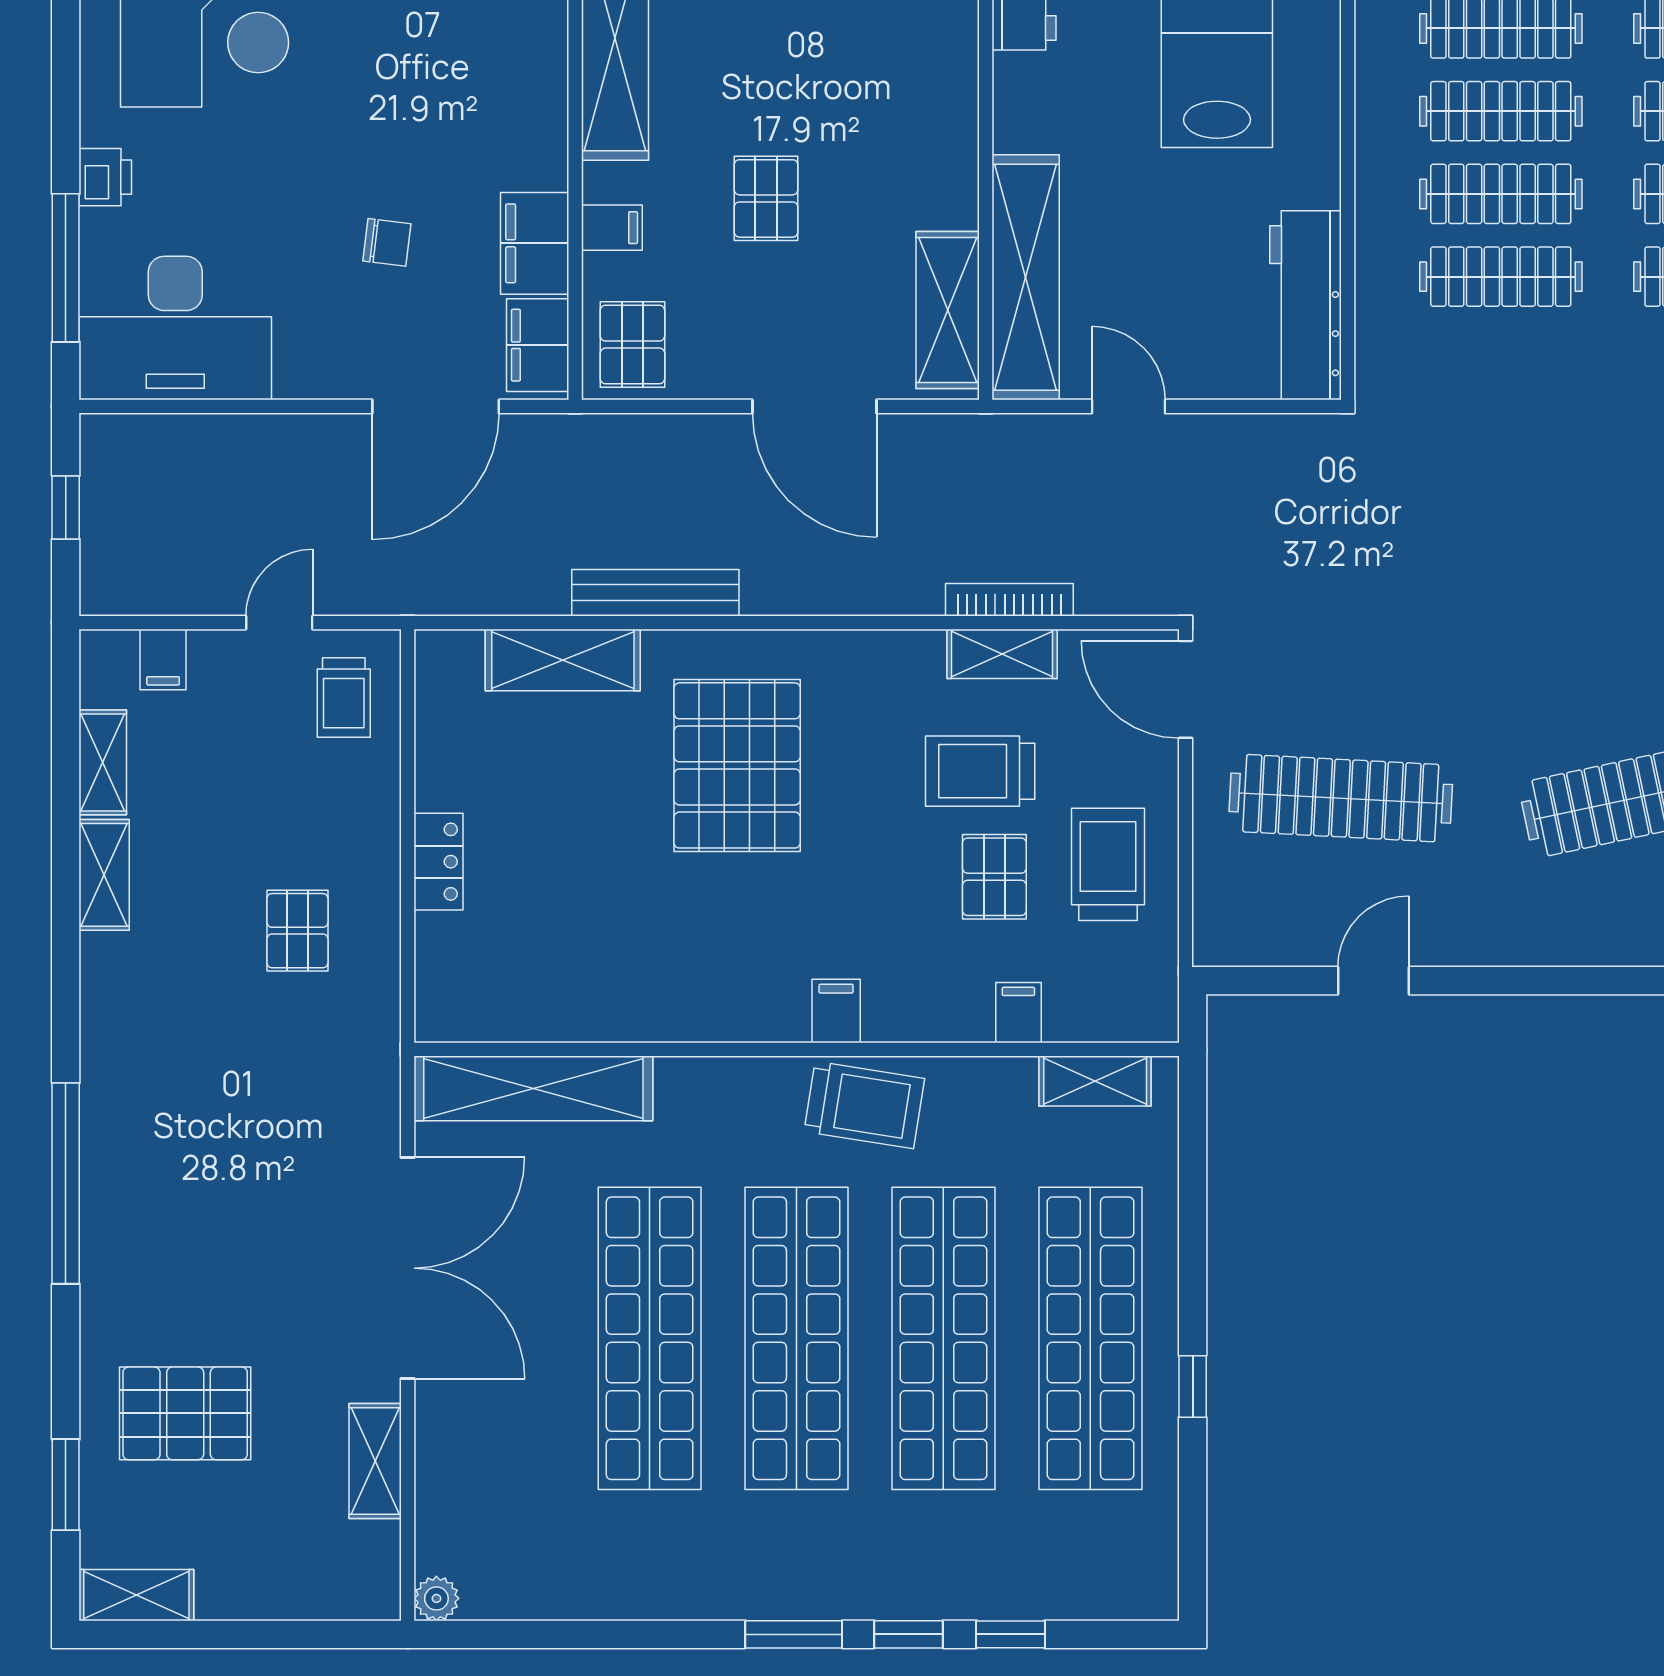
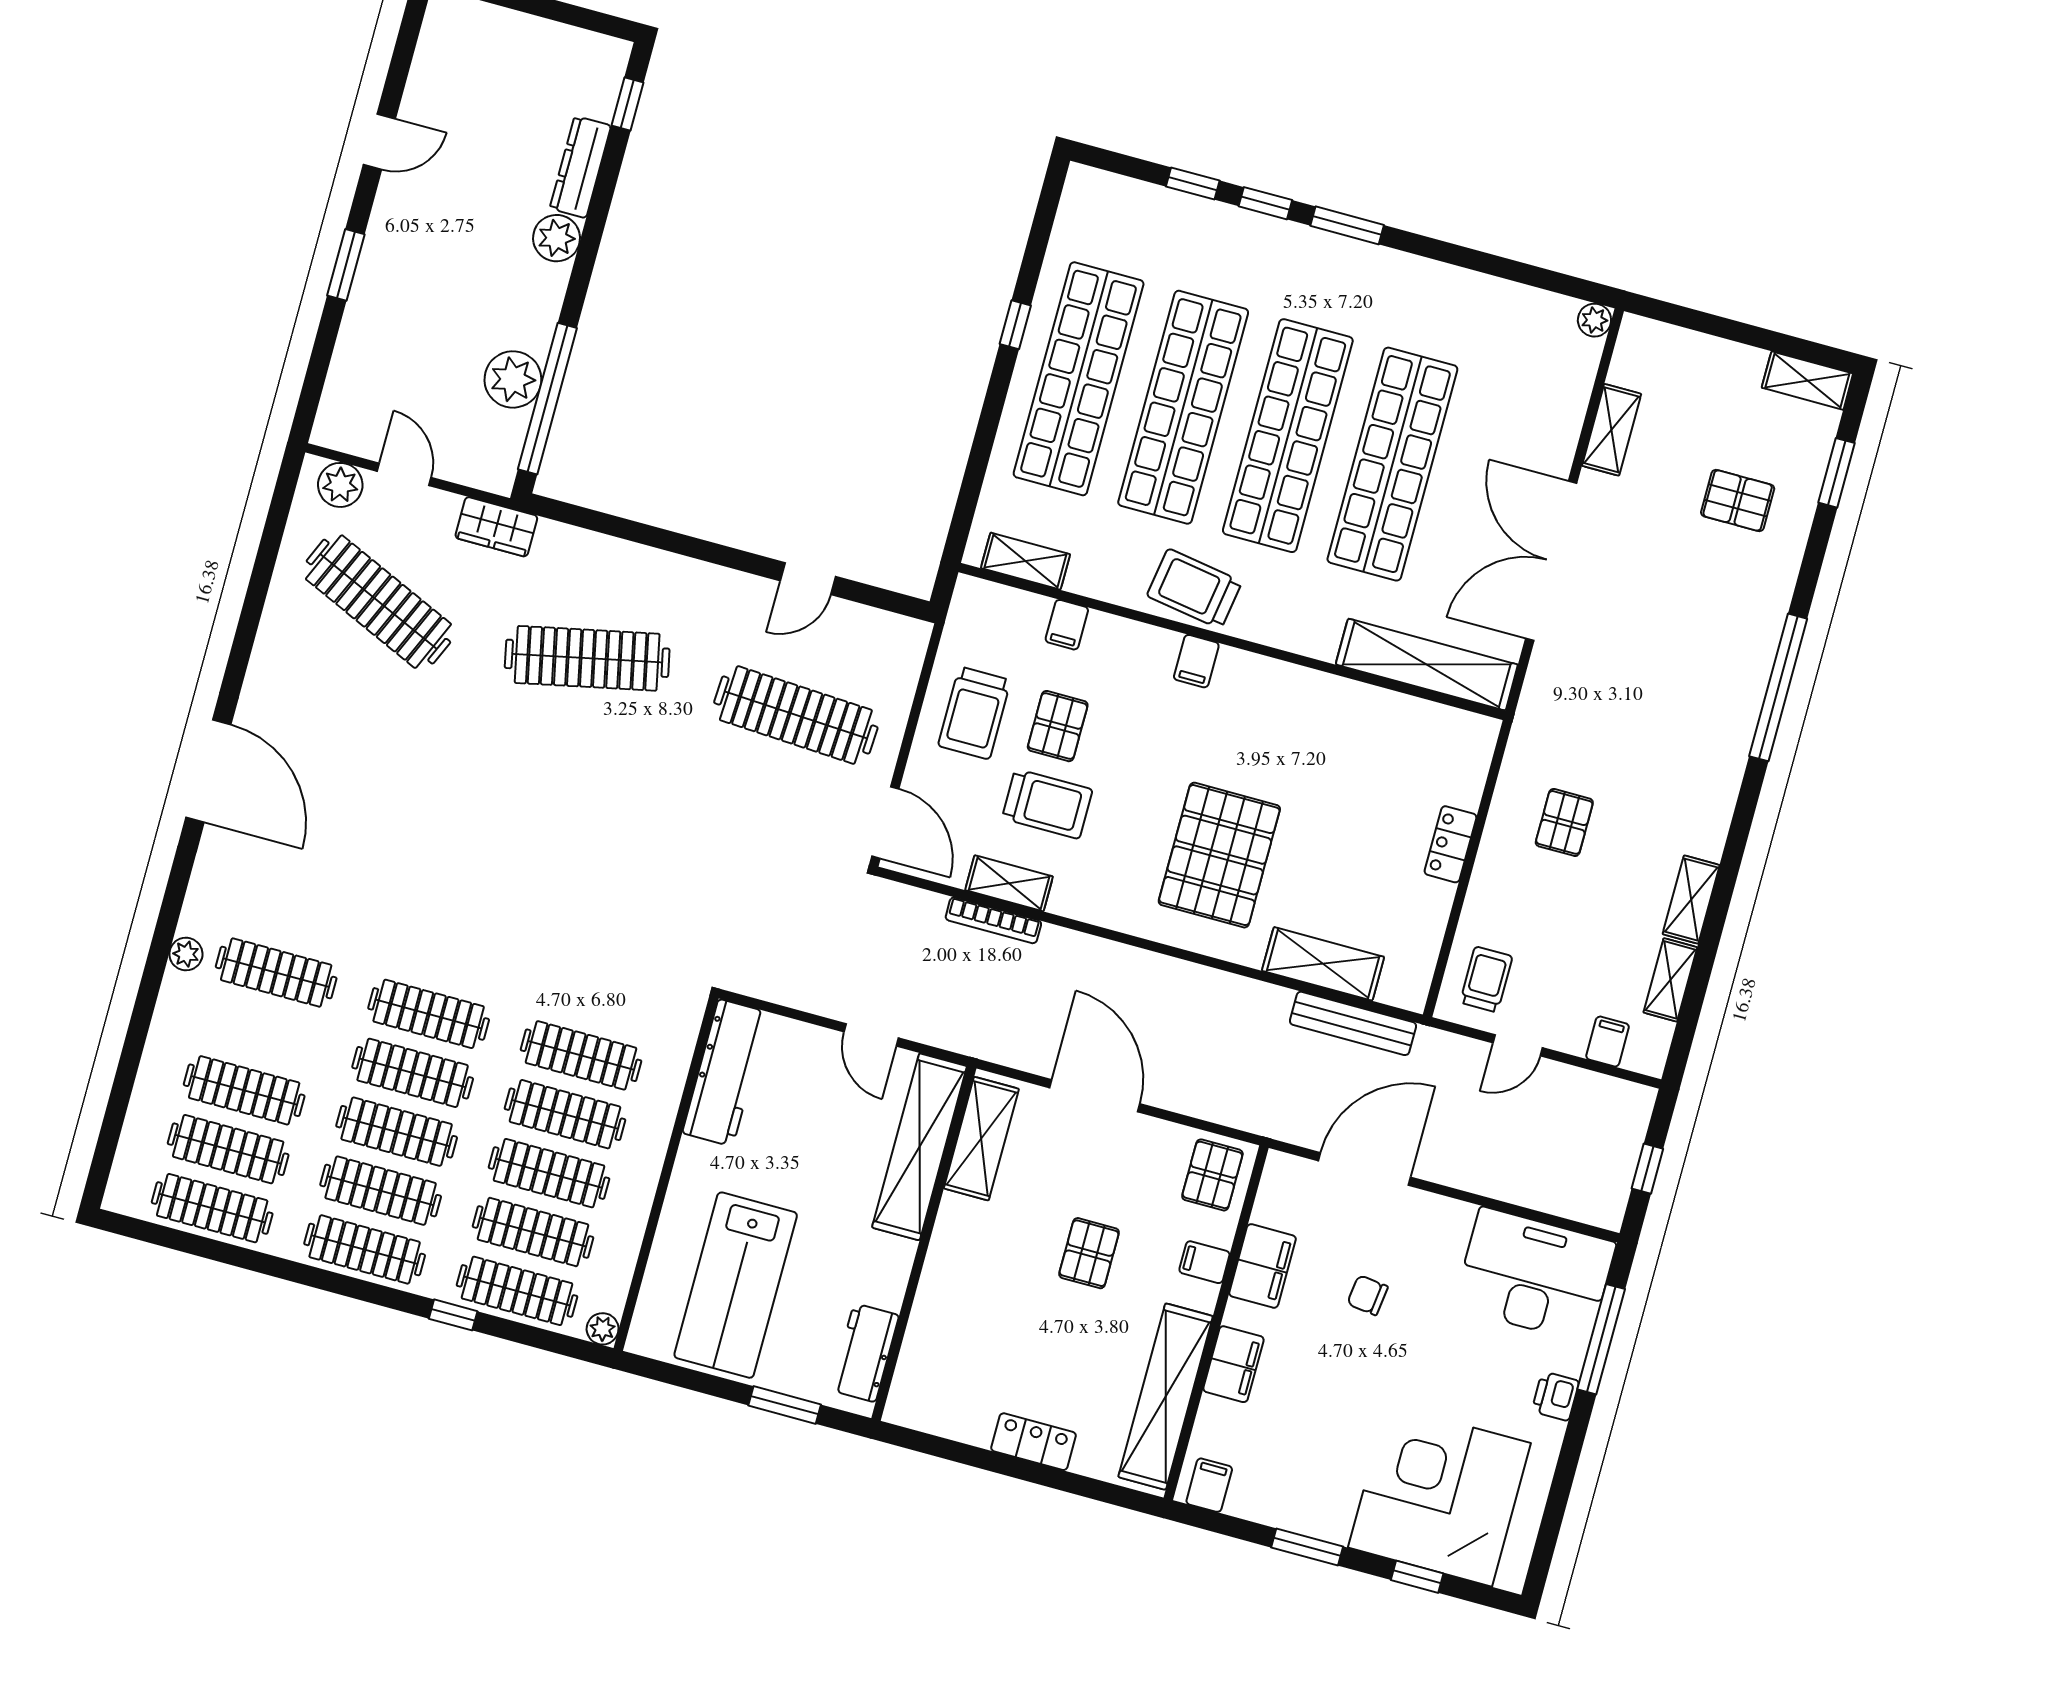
filing cabinet: (538, 345) -> (1234, 1364), moved
bench: (655, 593) -> (1353, 1023), moved
pallet: (185, 1413) -> (1738, 500), width x0.67, depth x0.71

